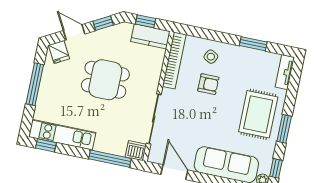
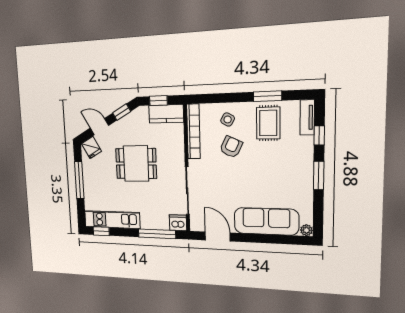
armchair: (208, 84) -> (231, 147), turned -65
rug: (258, 114) -> (268, 123), moved, width x0.73, depth x0.70
window: (276, 168) -> (319, 135), moved

